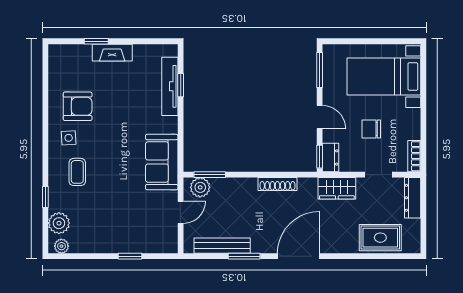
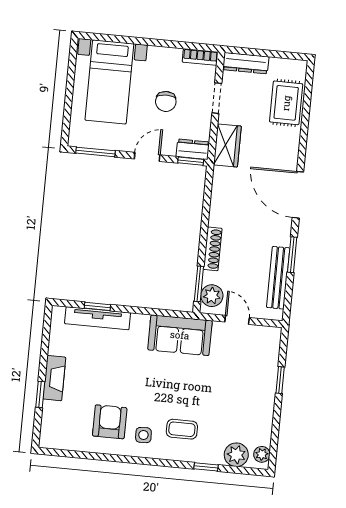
shoe rack: (277, 184) -> (213, 249), moved

